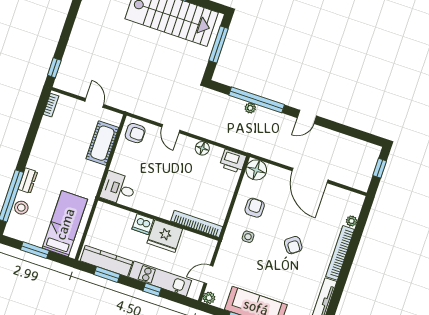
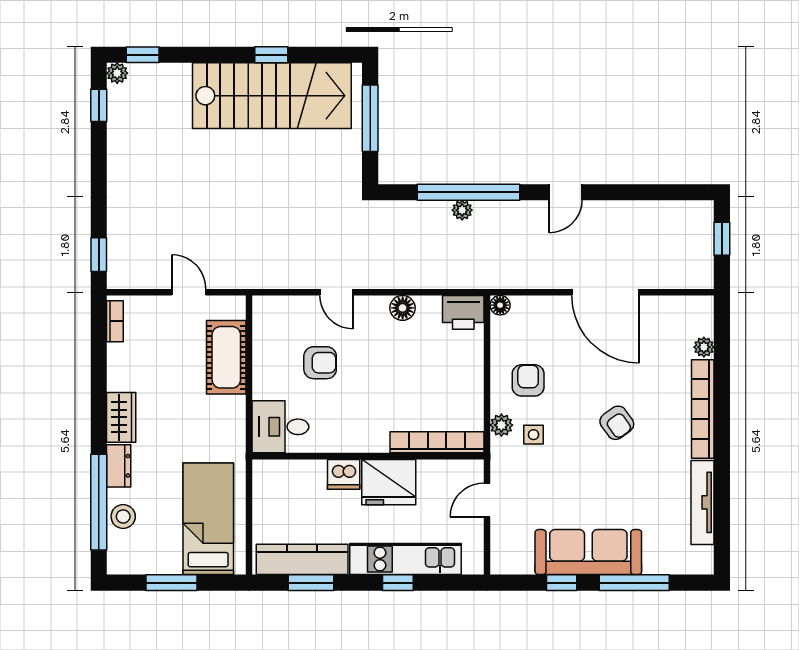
armchair: (135, 133) -> (320, 363), moved
wardrobe: (38, 156) -> (121, 417), added
floor lamp: (256, 170) -> (500, 305), width x0.53, depth x0.53
door: (208, 275) -> (487, 500), moved
plant: (209, 298) -> (501, 425), moved

